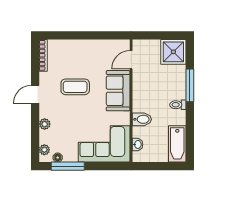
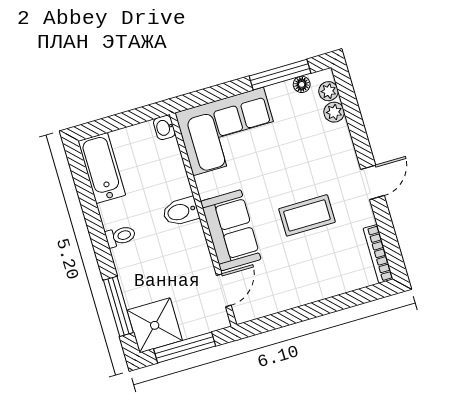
window: (161, 35) -> (185, 347), added
window: (190, 85) -> (118, 306), moved
bidet: (142, 119) -> (181, 212), moved
plant: (45, 124) -> (334, 112), moved
washbasin: (138, 144) -> (164, 128), moved

